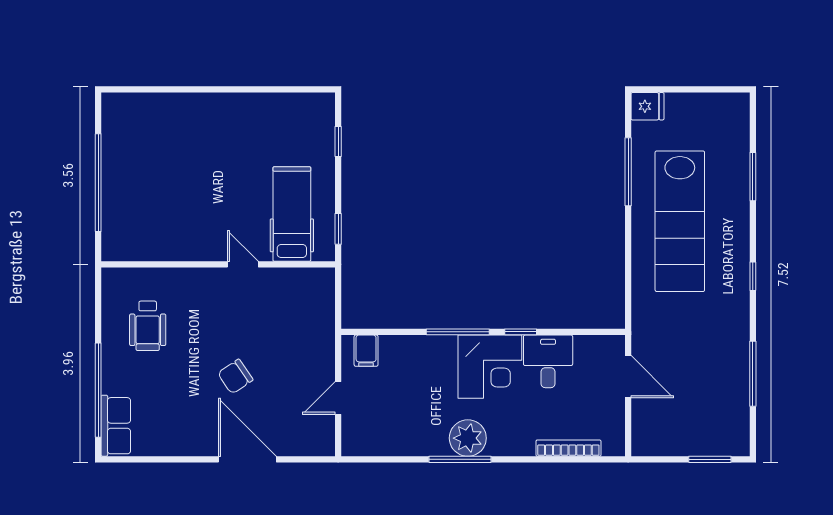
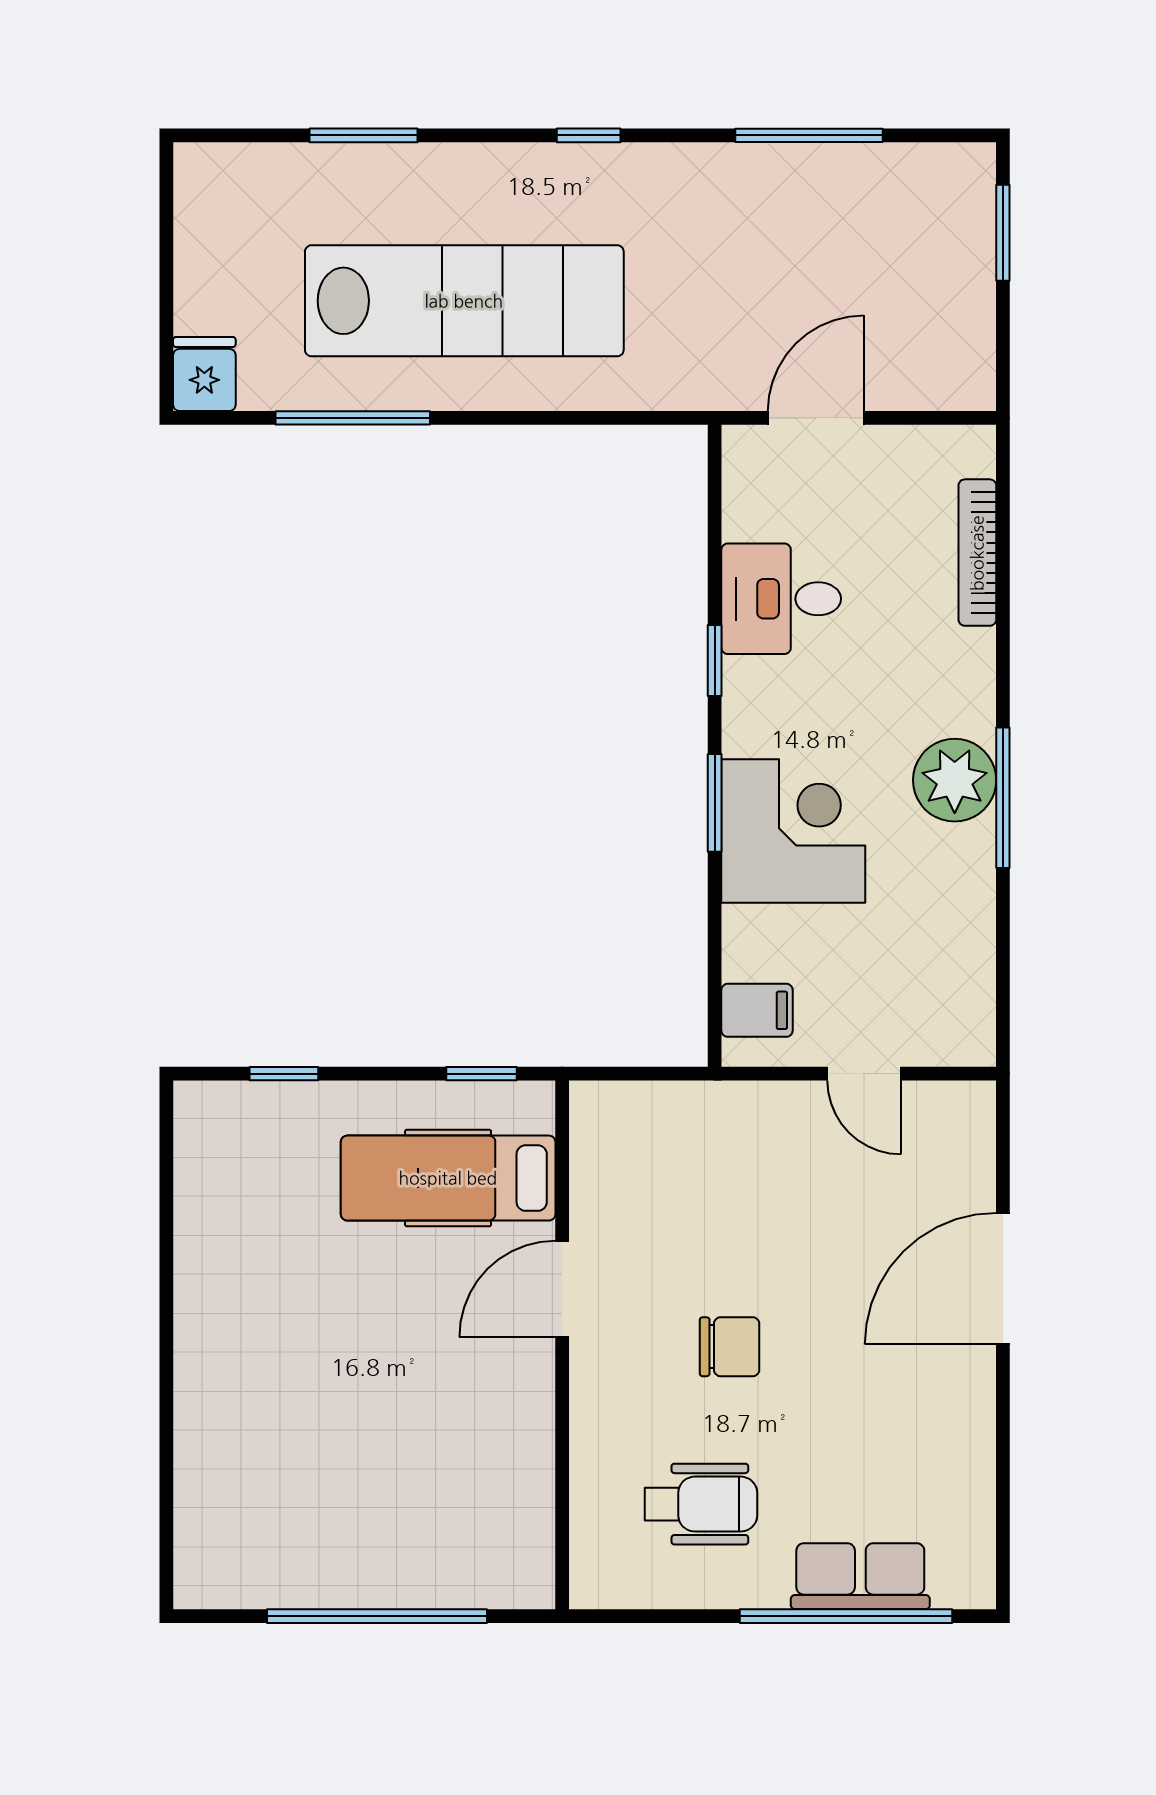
door: (243, 264) -> (562, 1289), width x1.38
window: (458, 332) -> (715, 803), width x0.69
corner desk: (490, 367) -> (793, 831), moved
chair: (235, 377) -> (730, 1347), moved, turned -56
row of seats: (116, 426) -> (860, 1576), moved

